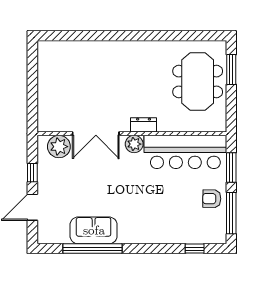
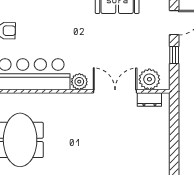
dresser: (144, 125) -> (149, 100), moved

